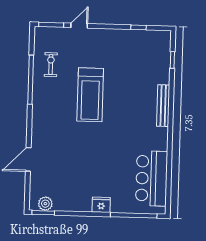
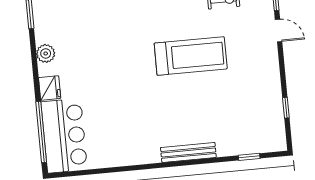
treadmill: (90, 95) -> (191, 56), turned 180
bar counter: (152, 178) -> (64, 136), moved, turned 90
plant: (45, 204) -> (46, 53), moved

